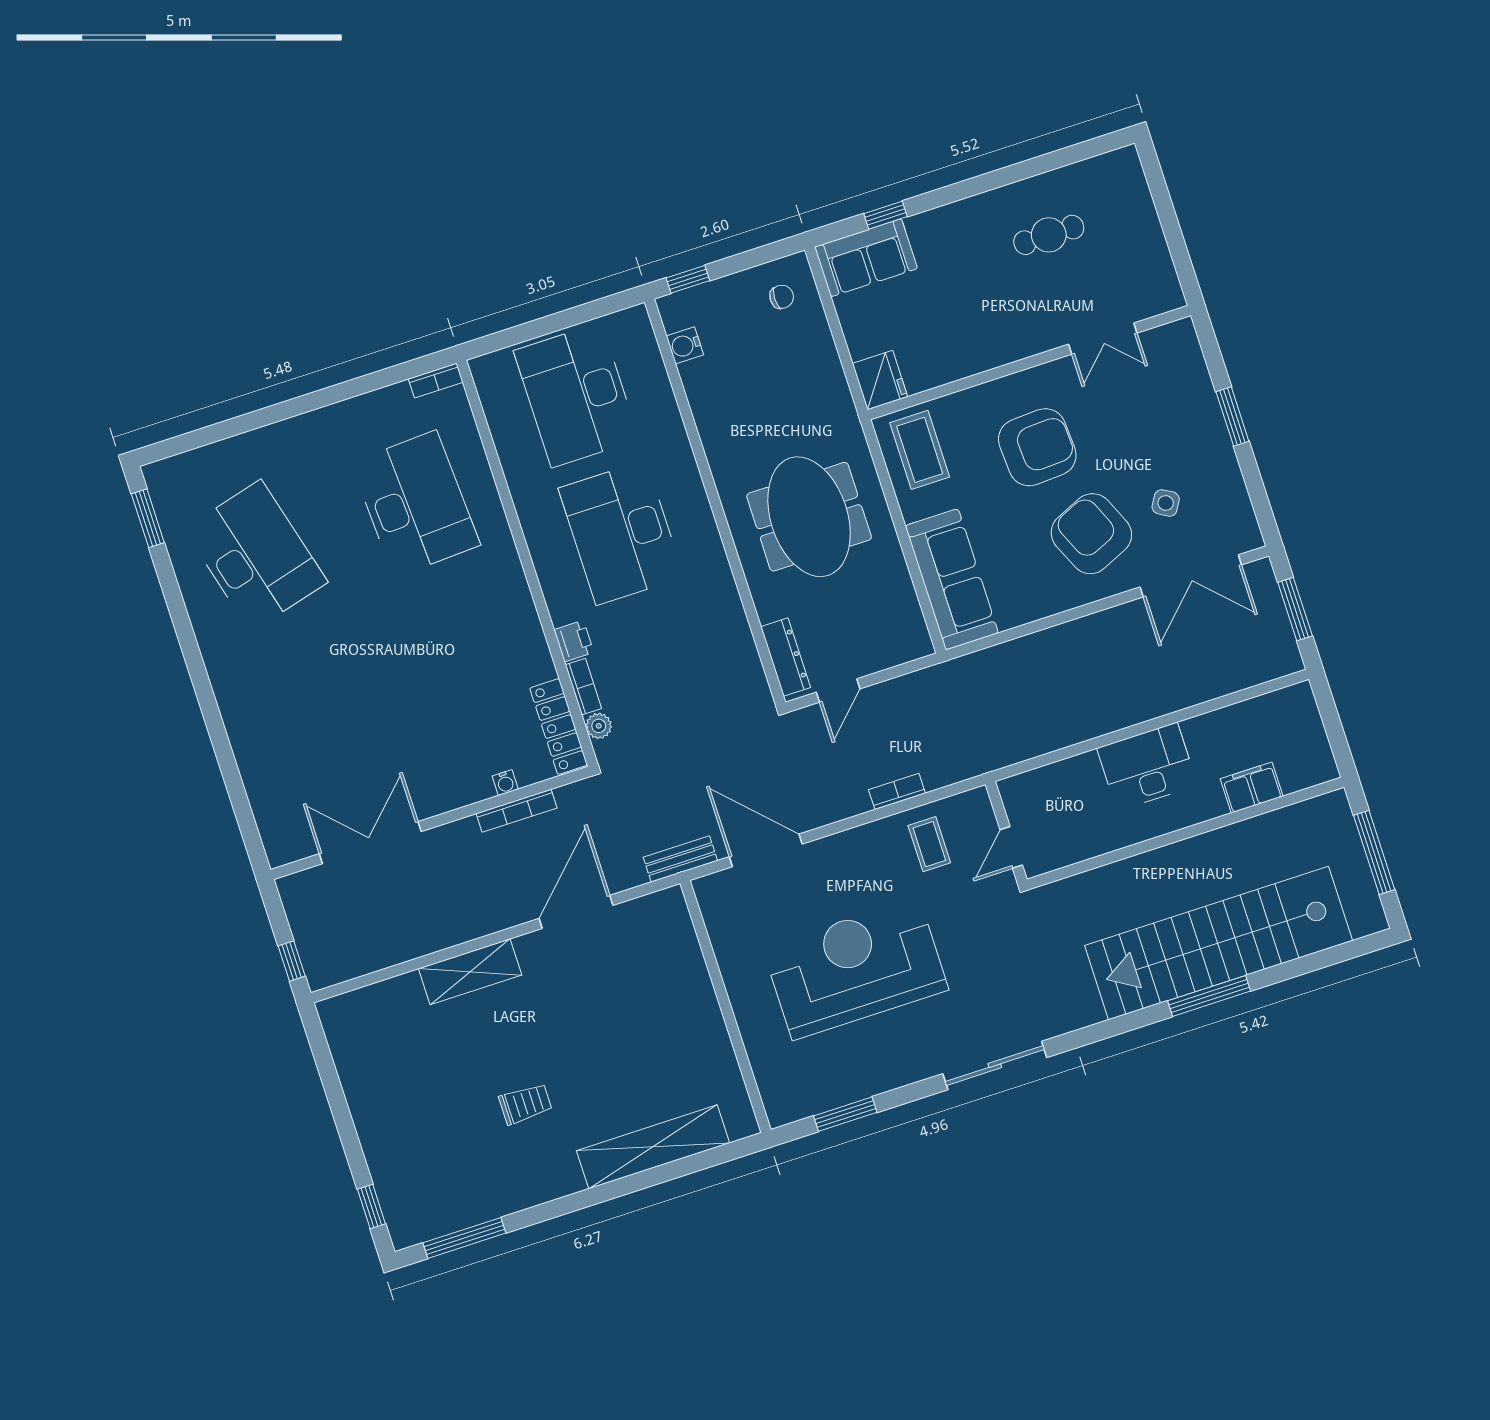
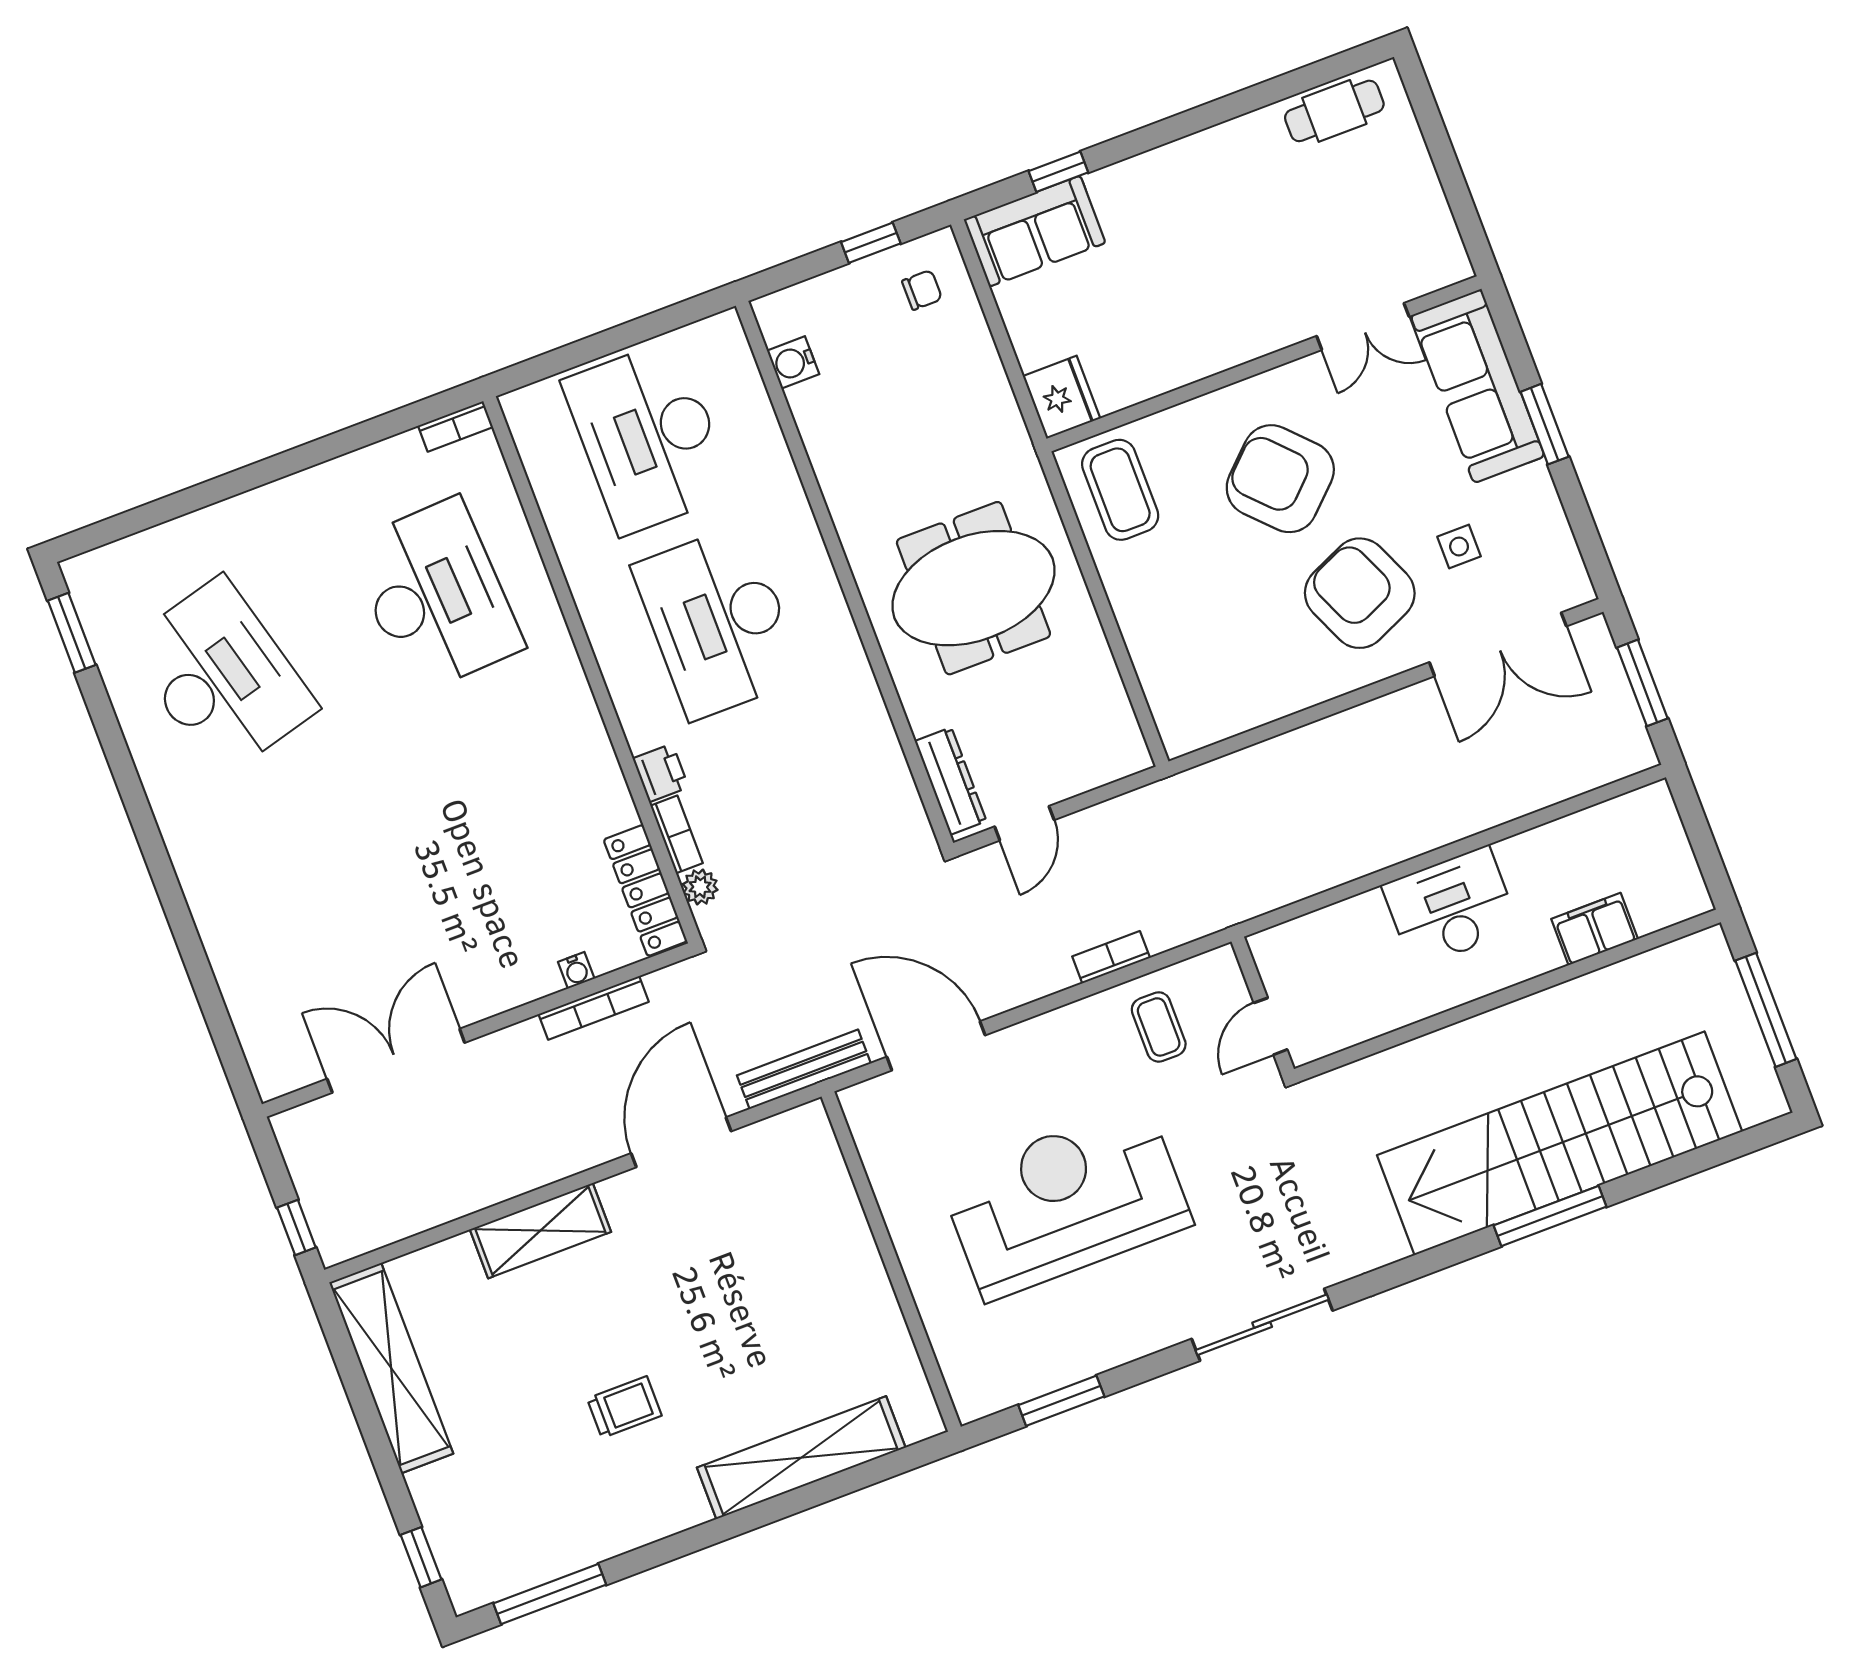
cafe table: (1049, 235) -> (1334, 111), moved
window: (688, 279) -> (871, 243), moved
armchair: (1037, 447) -> (1280, 479), turned -131
side table: (1166, 503) -> (1459, 546), turned -31
meeting table: (809, 517) -> (973, 588), turned 90
sofa: (952, 579) -> (1478, 386), moved, turned 180
bench: (680, 859) -> (804, 1069), width x1.36
shelving: (356, 1067) -> (391, 1368), added

